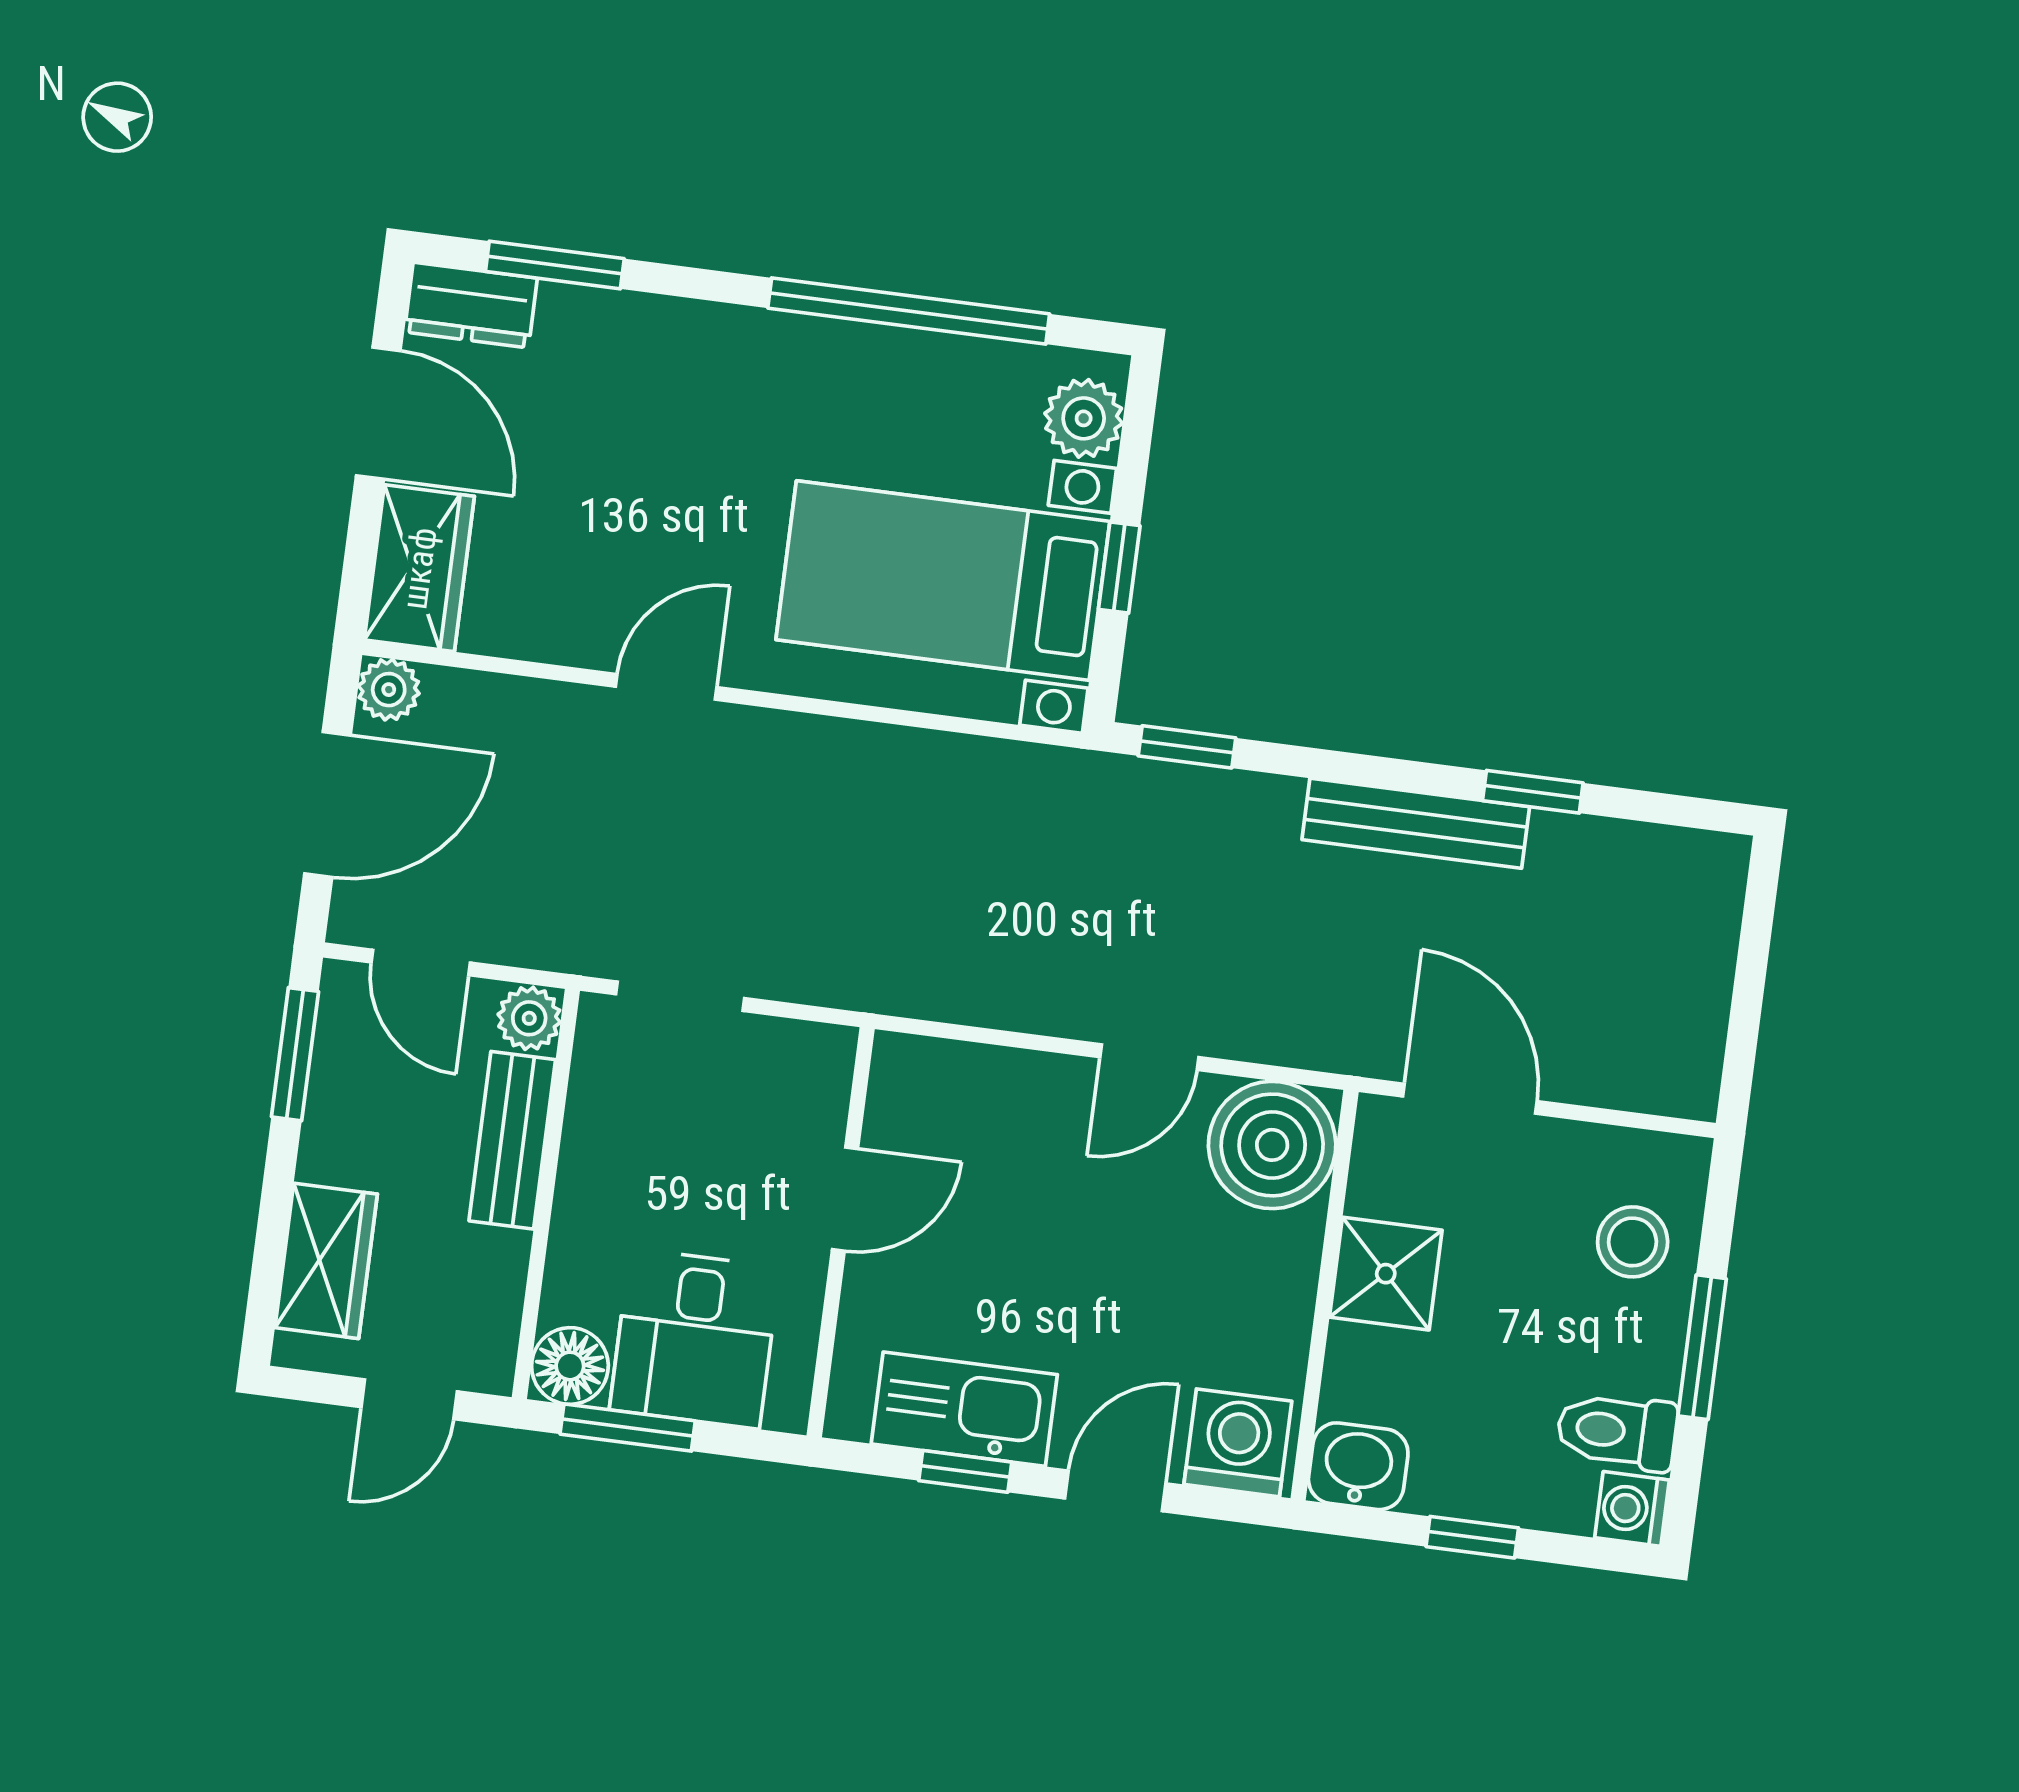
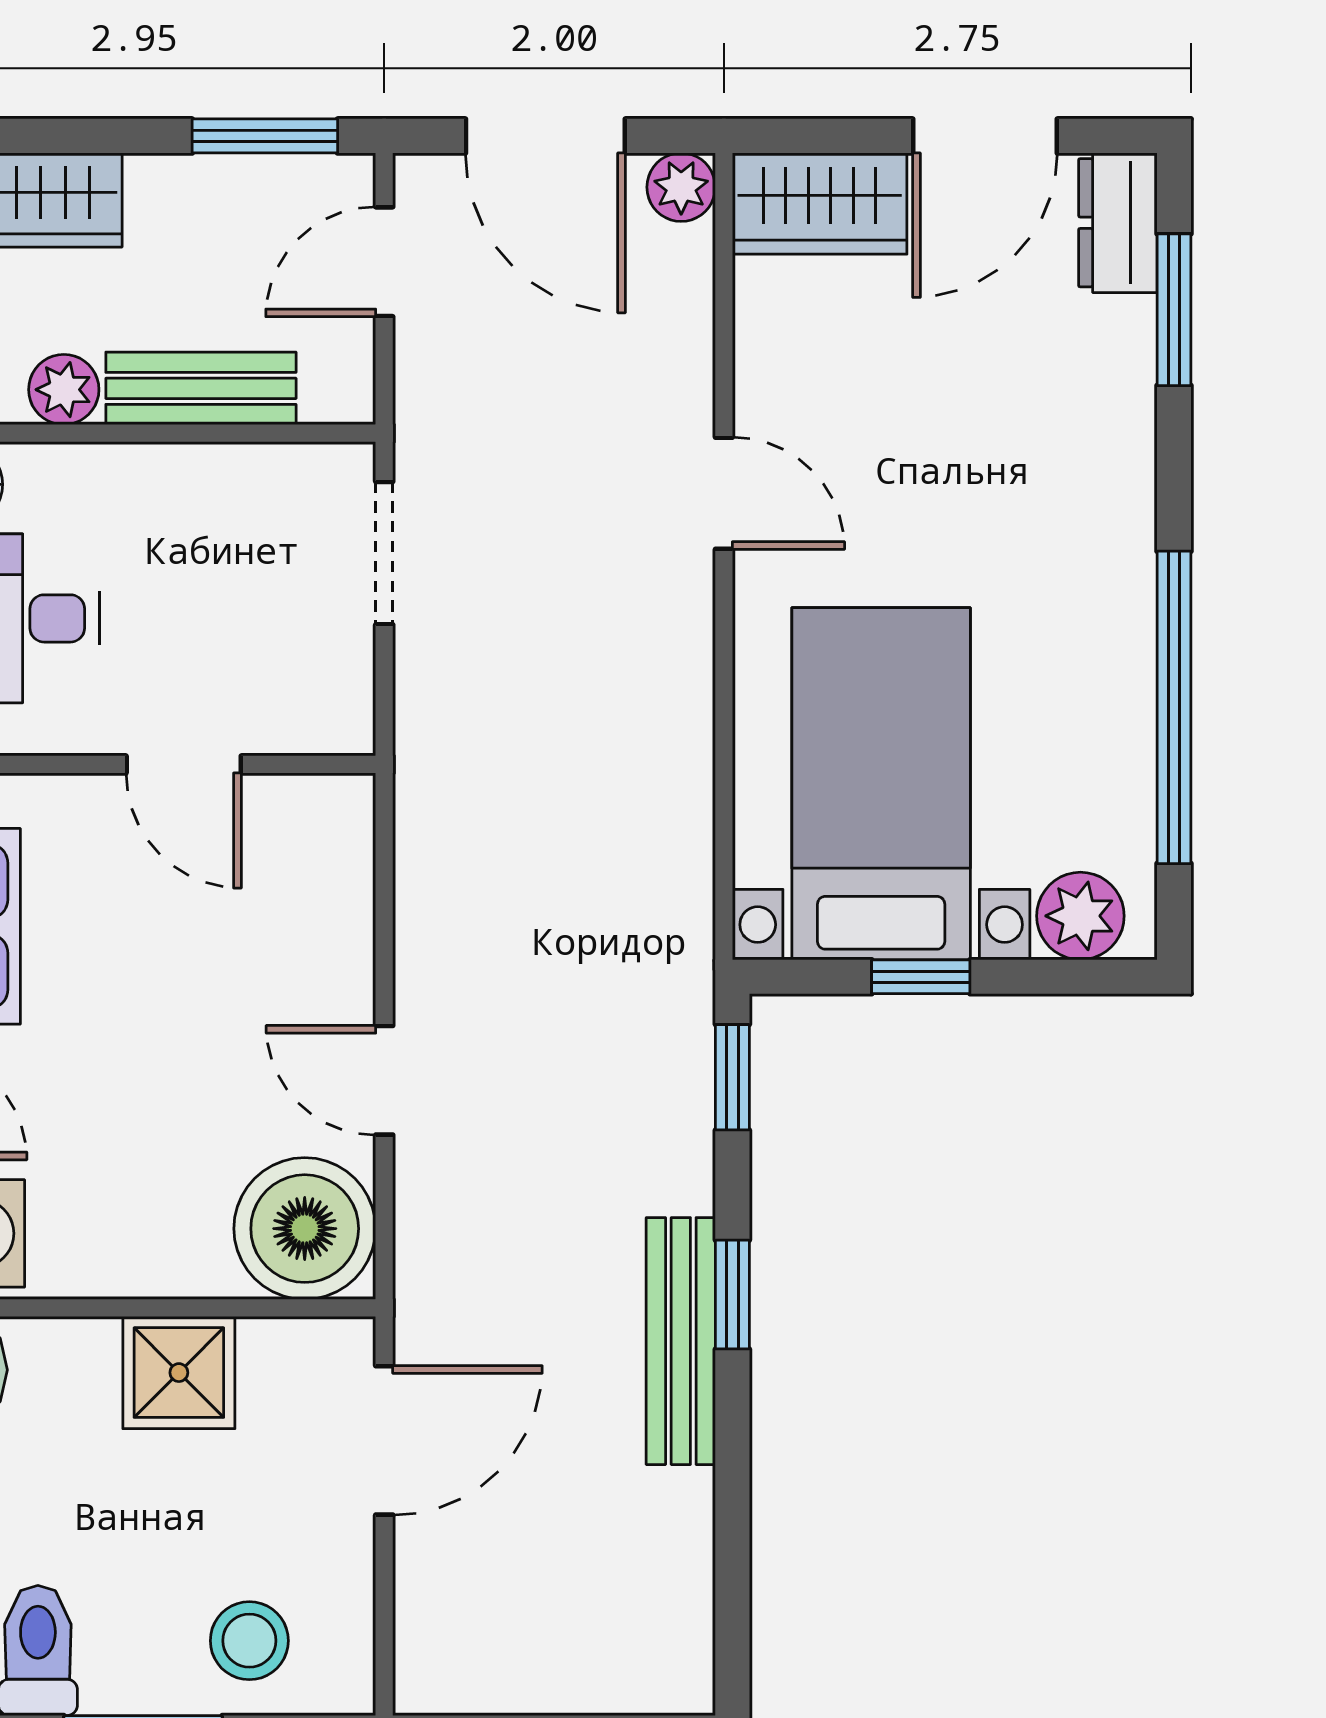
window: (1533, 792) -> (732, 1295), moved
plant: (529, 1018) -> (64, 390), moved

